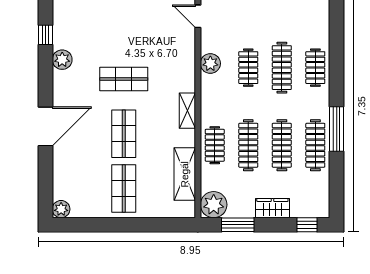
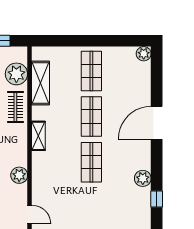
shop shelf: (124, 79) -> (91, 162), turned 90
plant: (214, 205) -> (16, 74), moved

